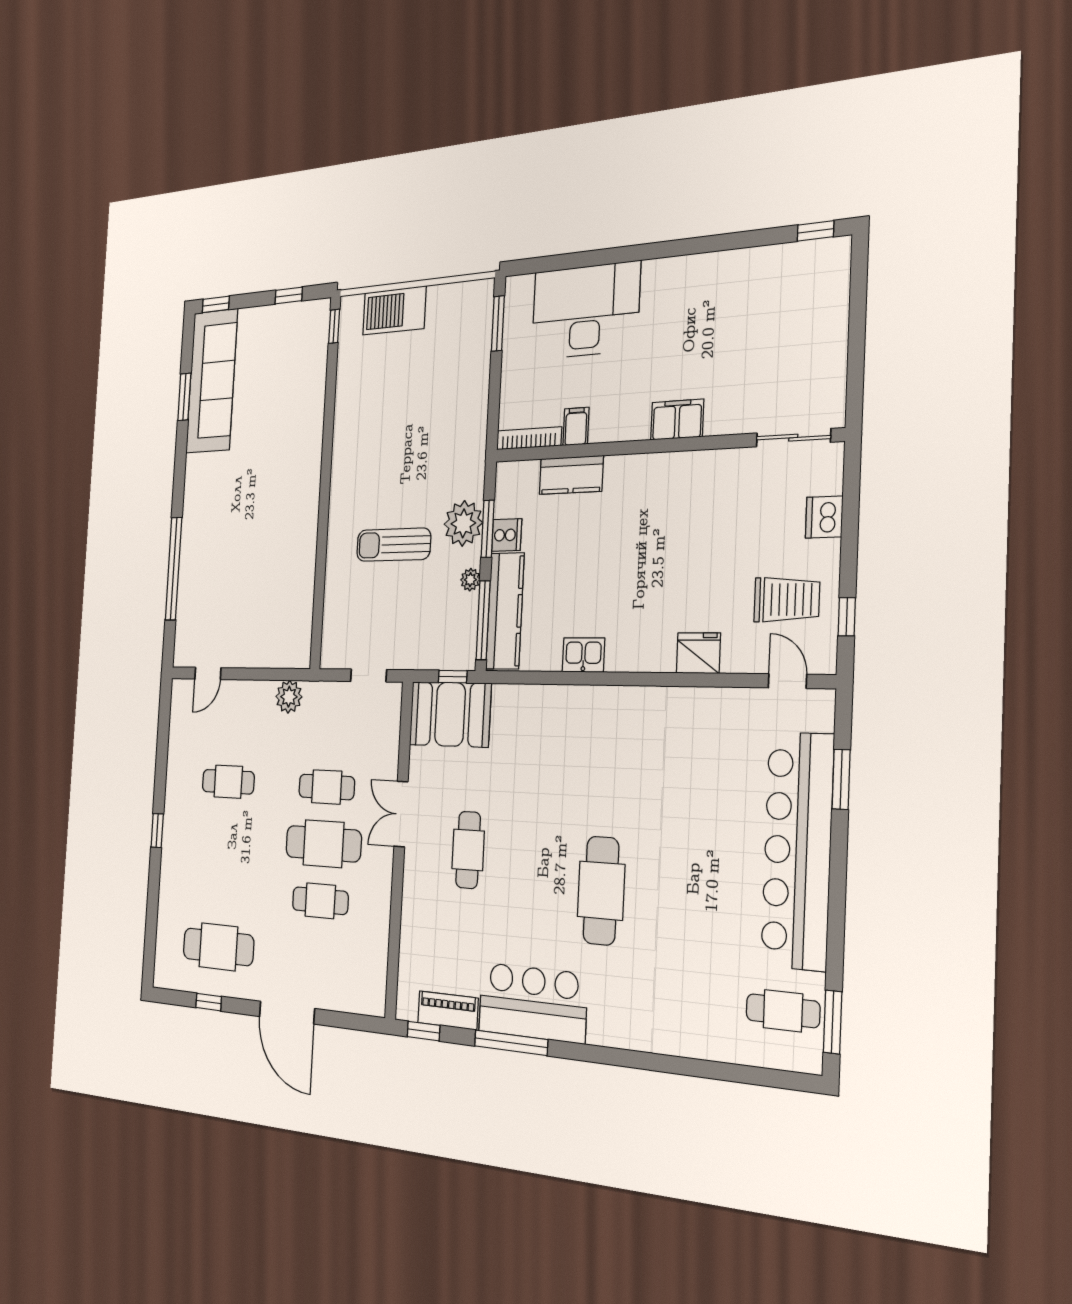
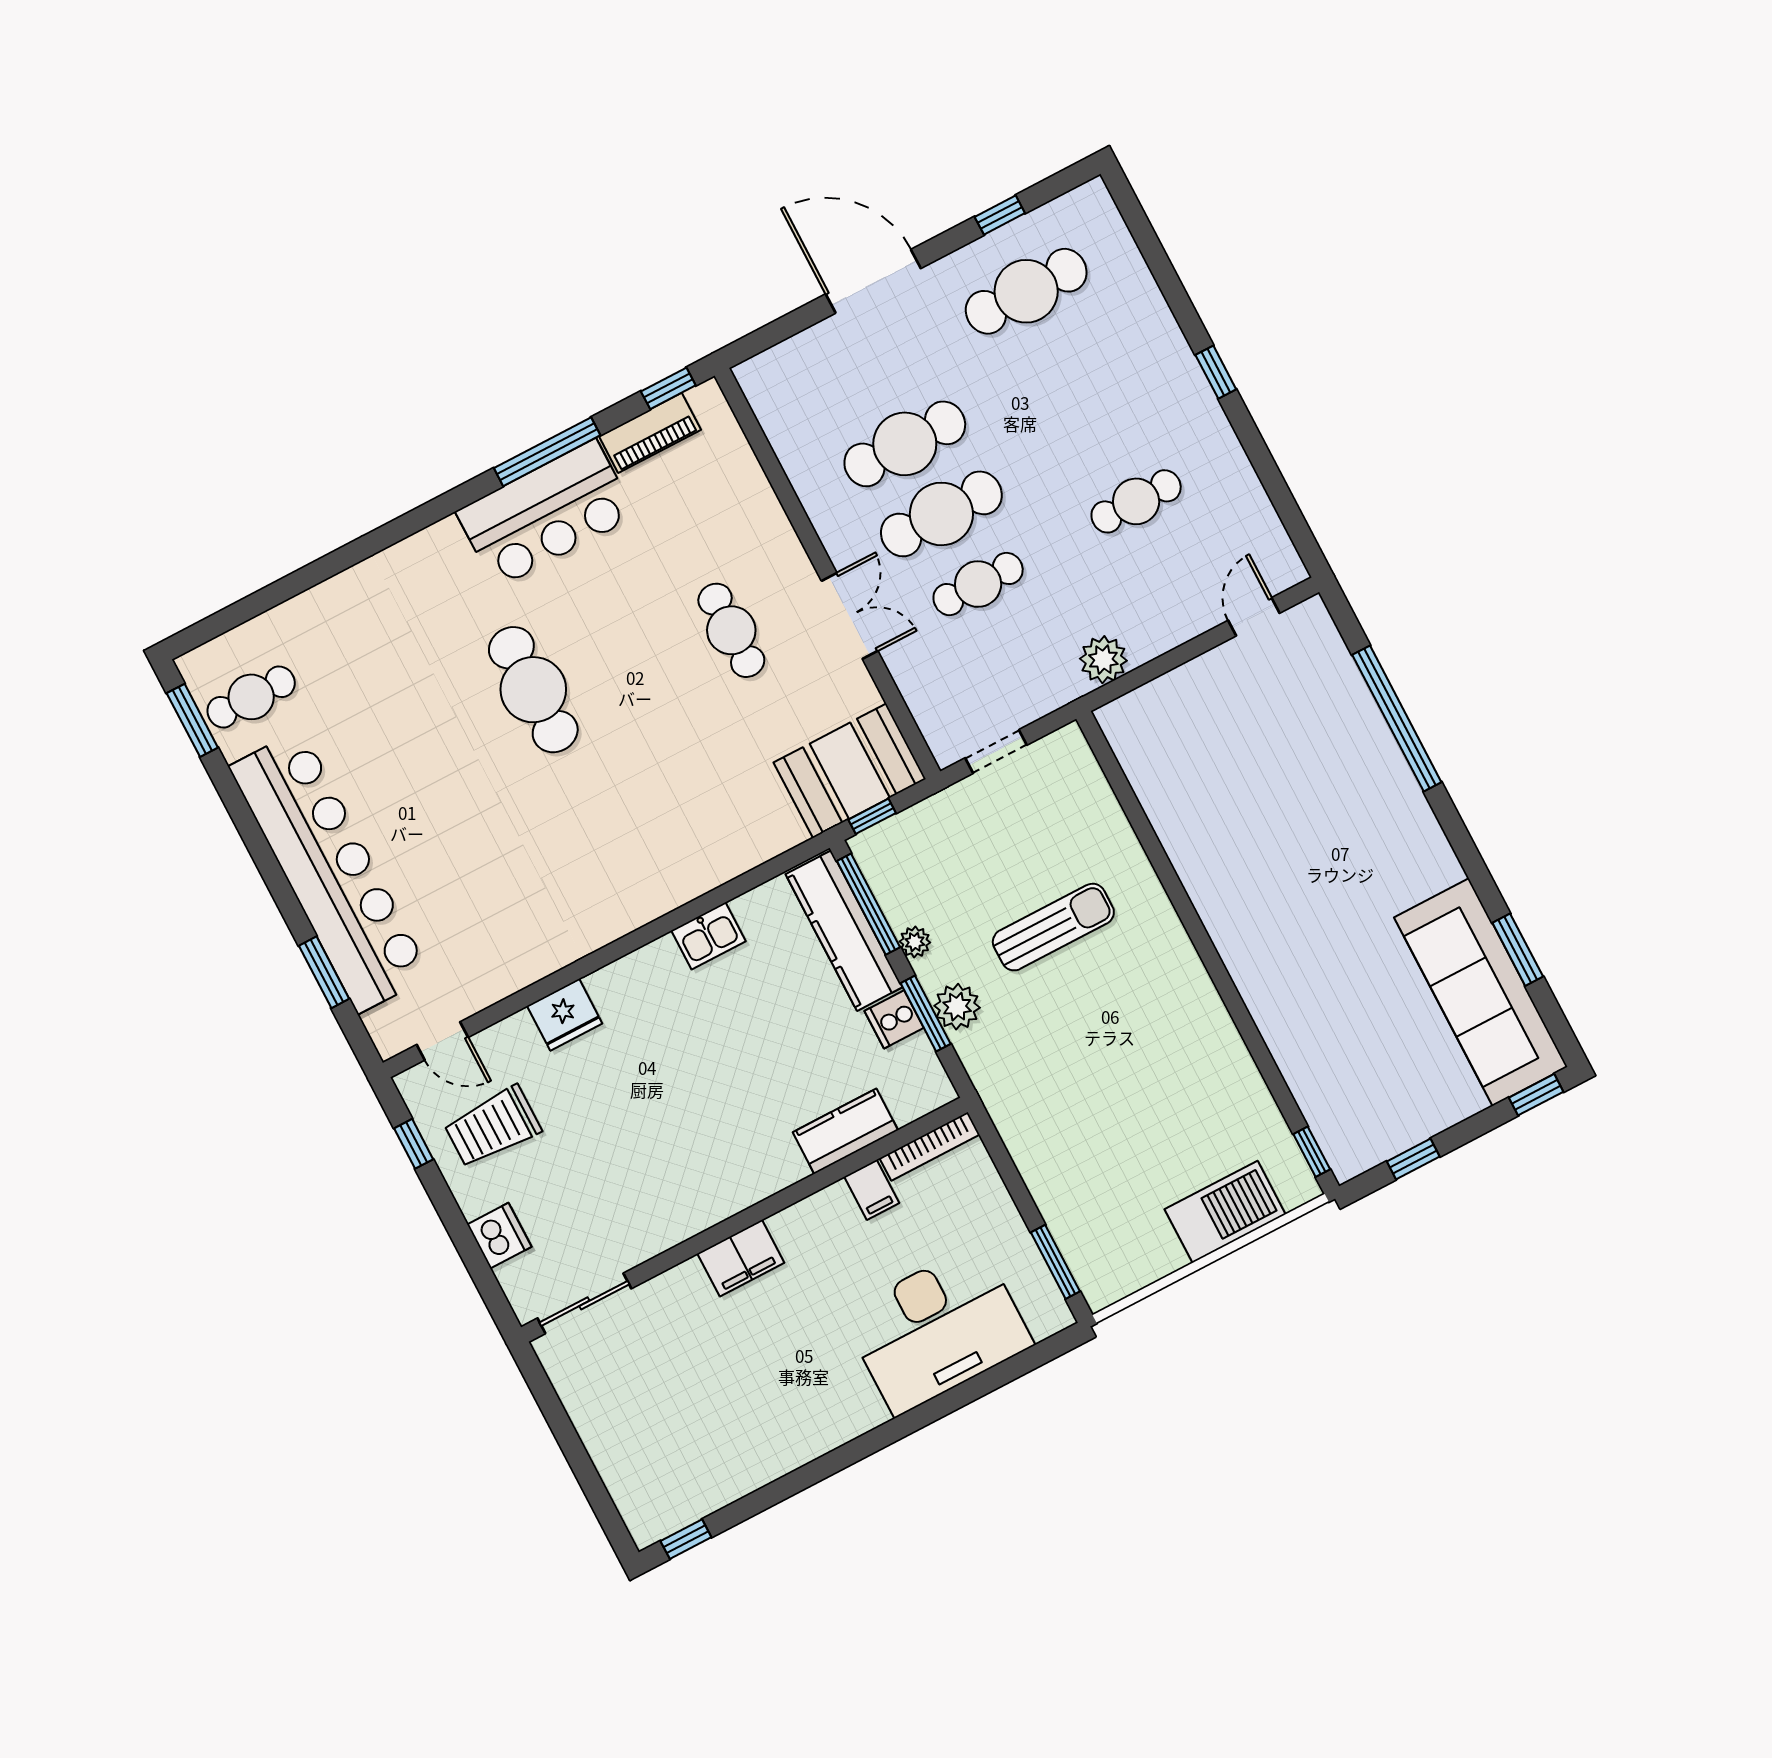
plant: (463, 523) -> (957, 1007), width x0.73, depth x0.73
cafe table: (320, 901) -> (905, 444), width x1.37, depth x1.35

